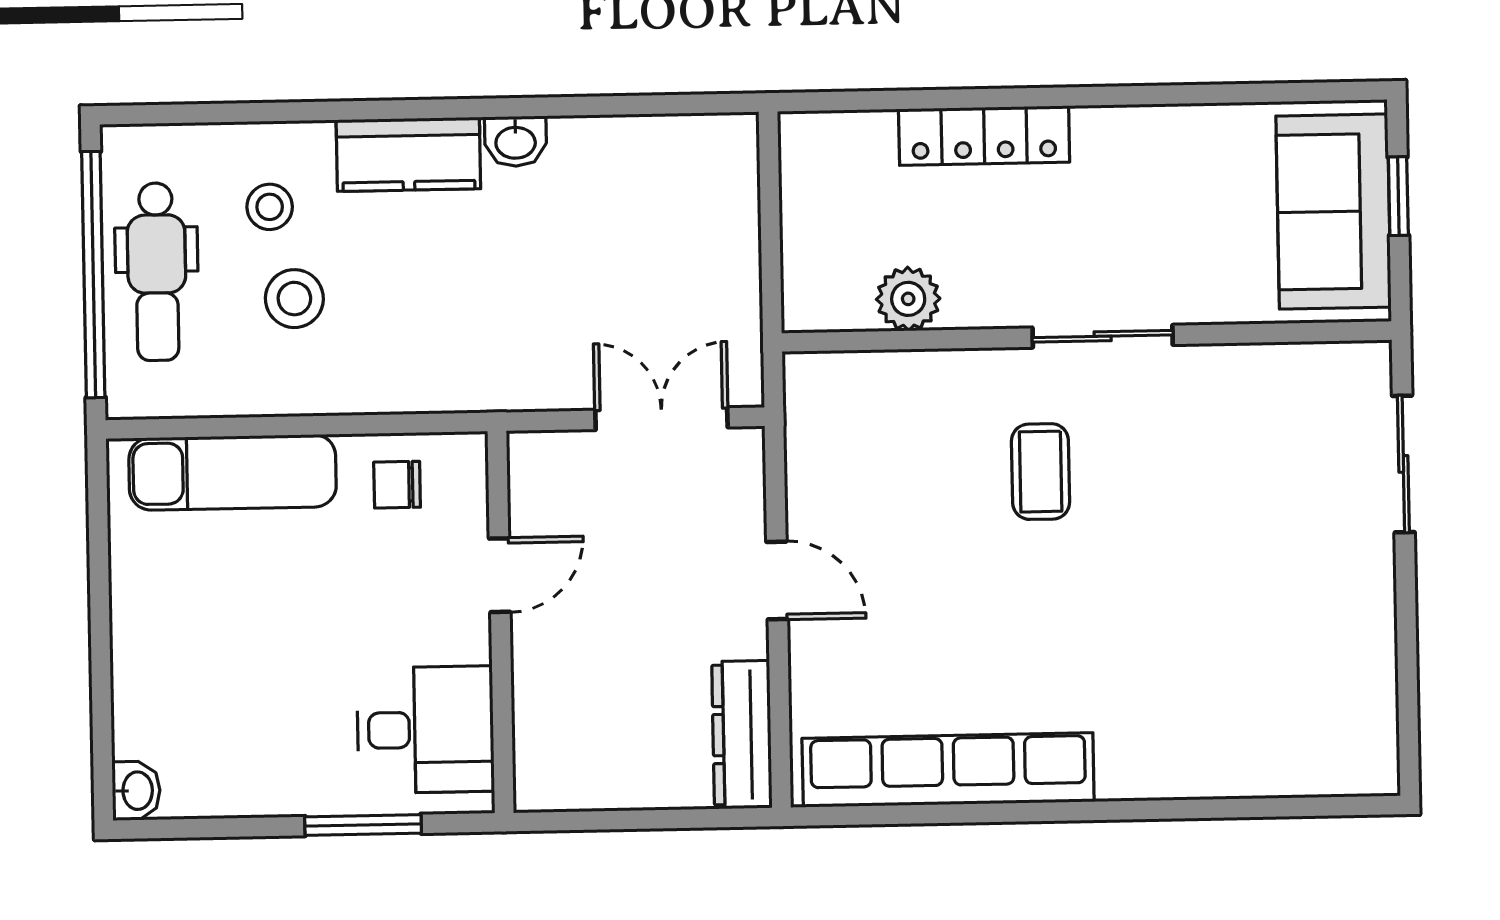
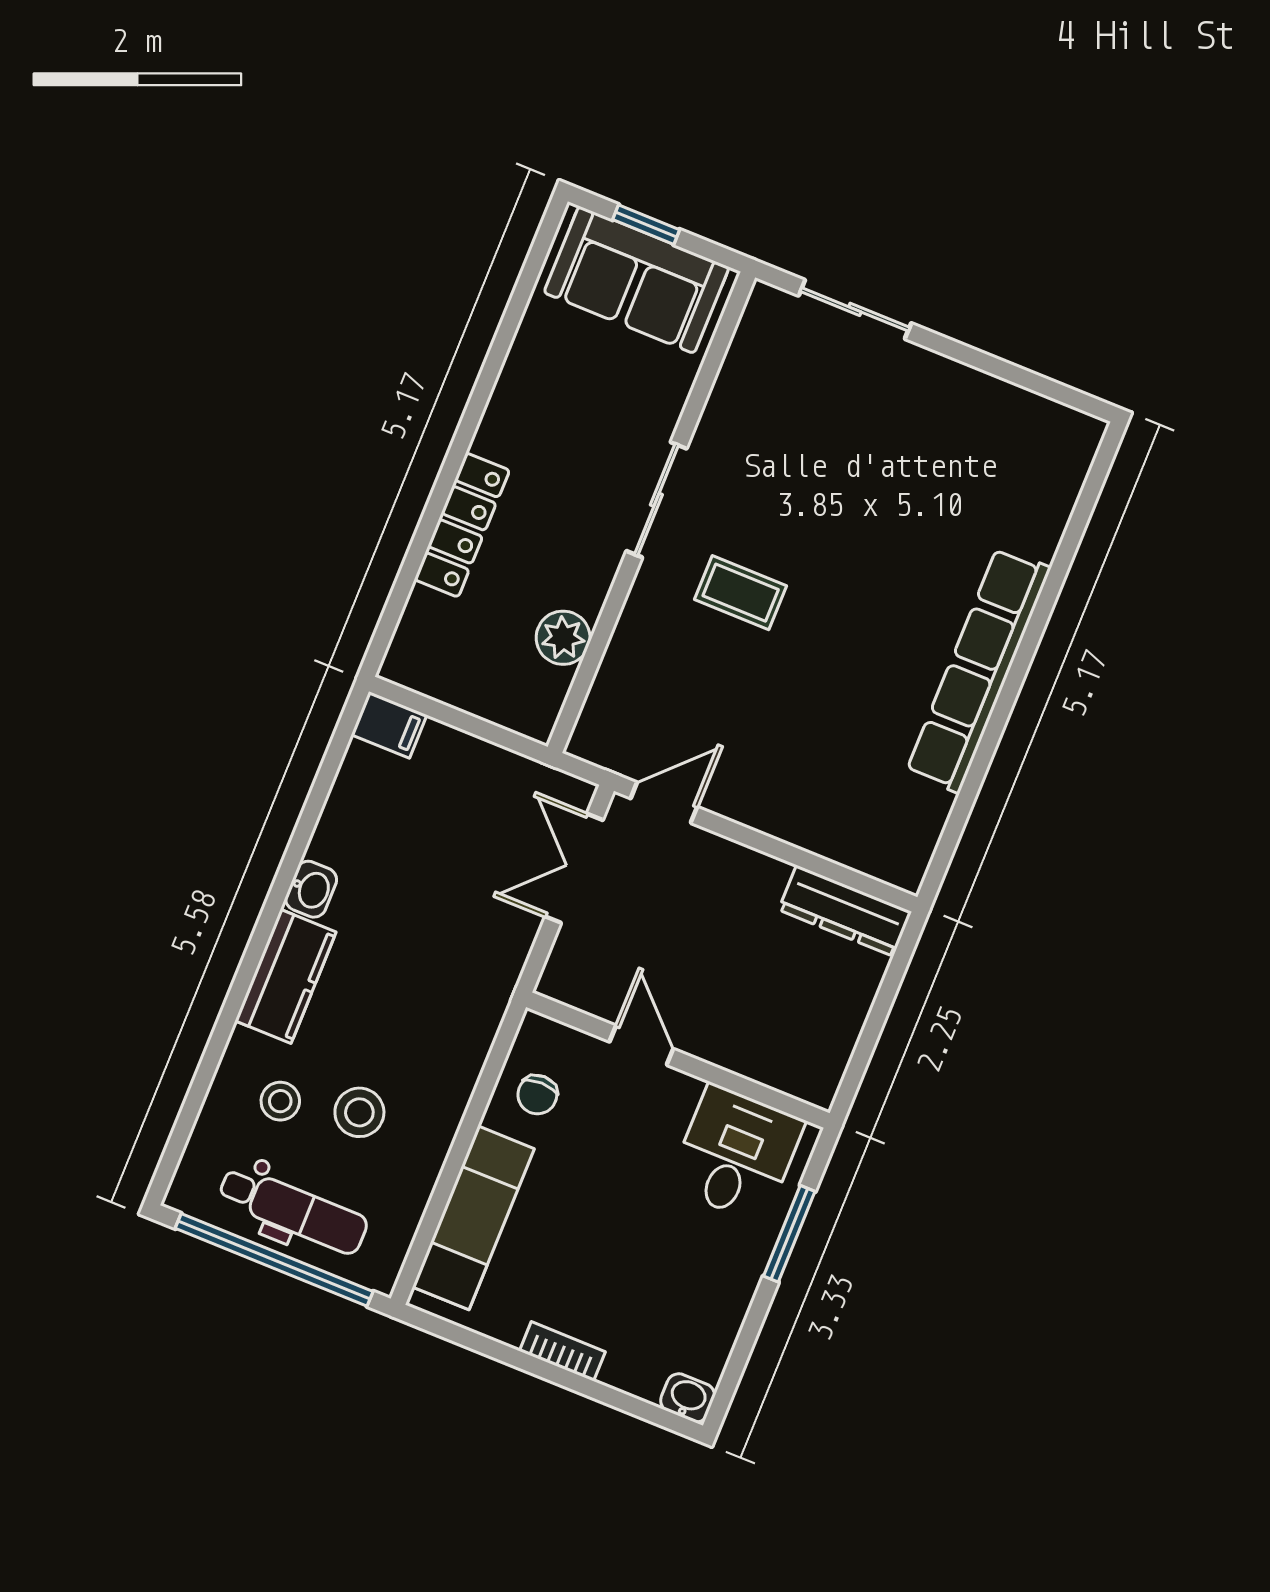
filing cabinet: (732, 150) -> (389, 725), added
door: (777, 581) -> (664, 803), moved
bookcase: (128, 632) -> (562, 1351), added
row of seats: (948, 770) -> (979, 670), moved

